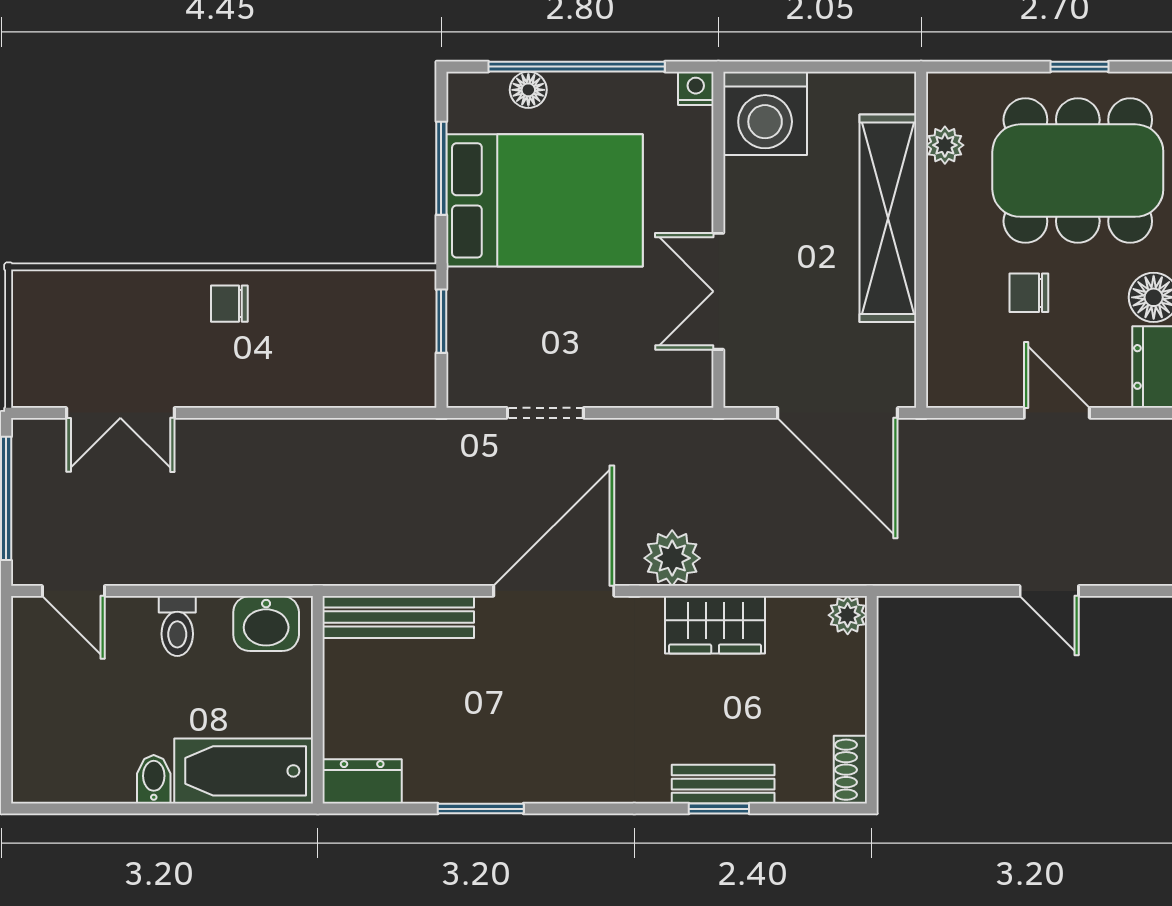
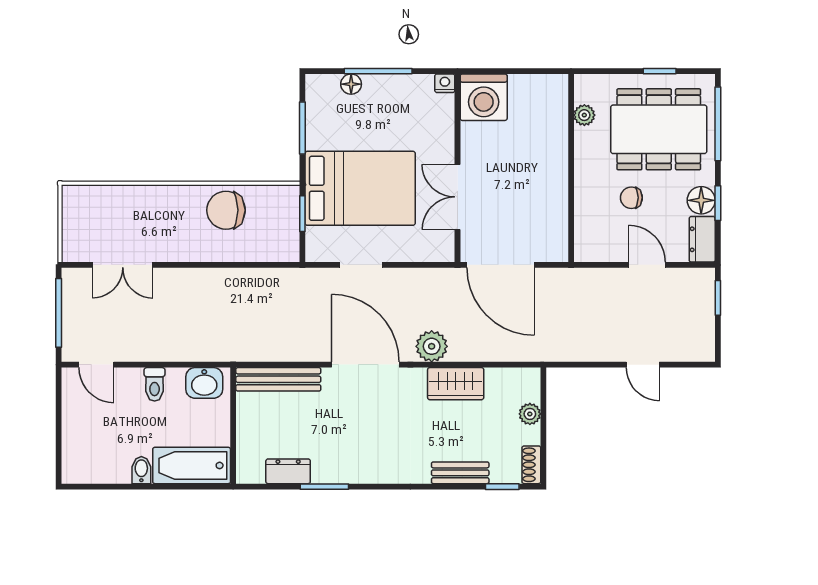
window: (577, 67) -> (378, 71), width x0.68
bed: (544, 200) -> (360, 188), moved
shelving: (888, 218) -> (552, 156), removed
chair: (229, 304) -> (226, 210), moved, width x1.87, depth x1.87
door: (837, 413) -> (501, 265), moved
door: (554, 591) -> (365, 365), hinge flipped
plant: (848, 615) -> (530, 414), moved
dresser: (362, 781) -> (288, 471), moved
window: (719, 809) -> (502, 487), moved

